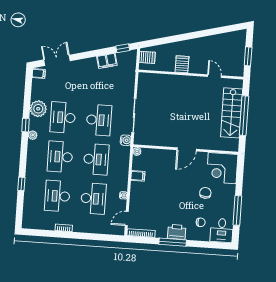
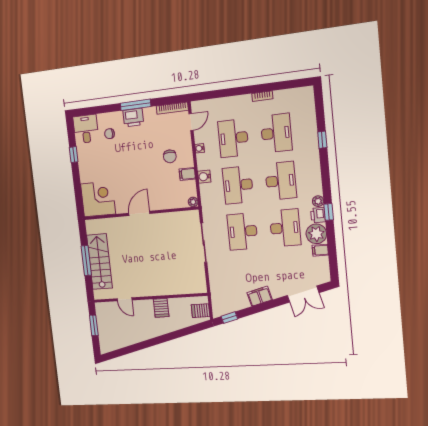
filing cabinet: (107, 61) -> (260, 296), moved
filing cabinet: (39, 73) -> (320, 250), moved
window: (244, 116) -> (86, 261), width x0.68
printer: (34, 124) -> (318, 215), added
water cooler: (126, 140) -> (204, 177), moved
chair: (205, 193) -> (170, 156), moved
window: (237, 210) -> (74, 155), width x0.46

